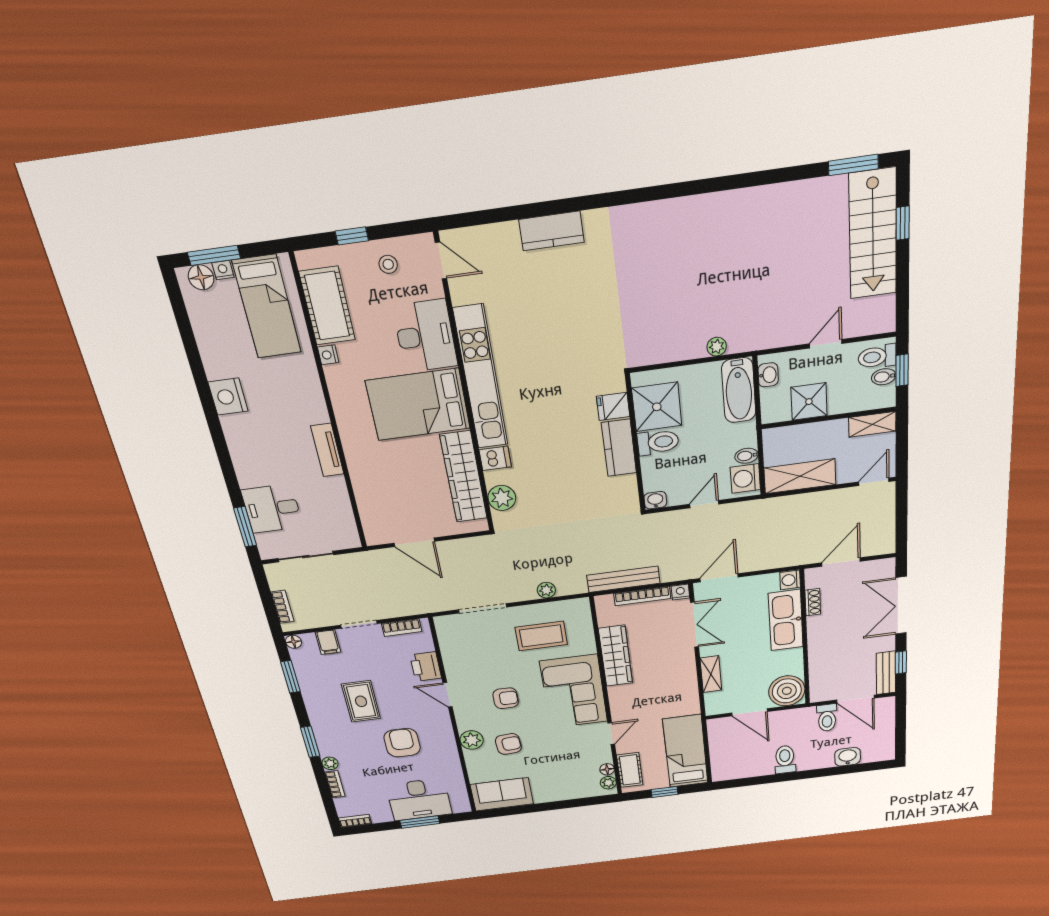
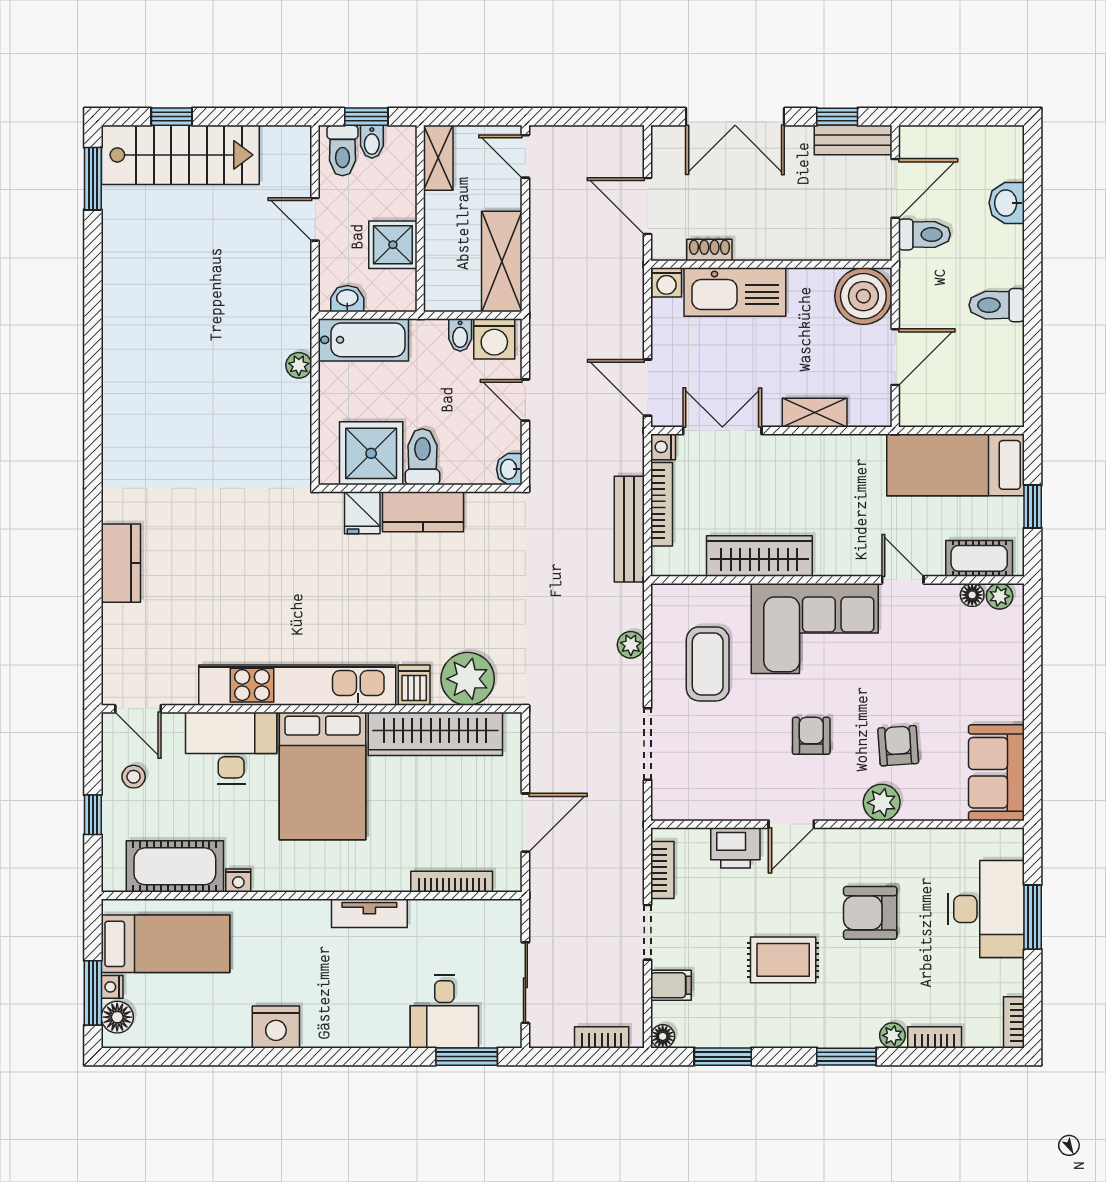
door: (441, 261) -> (138, 709), swing flipped
plant: (502, 498) -> (468, 679), width x1.36, depth x1.36
bookcase: (363, 501) -> (452, 882), added

